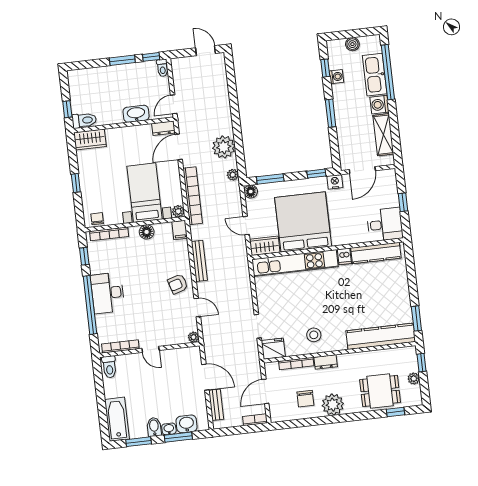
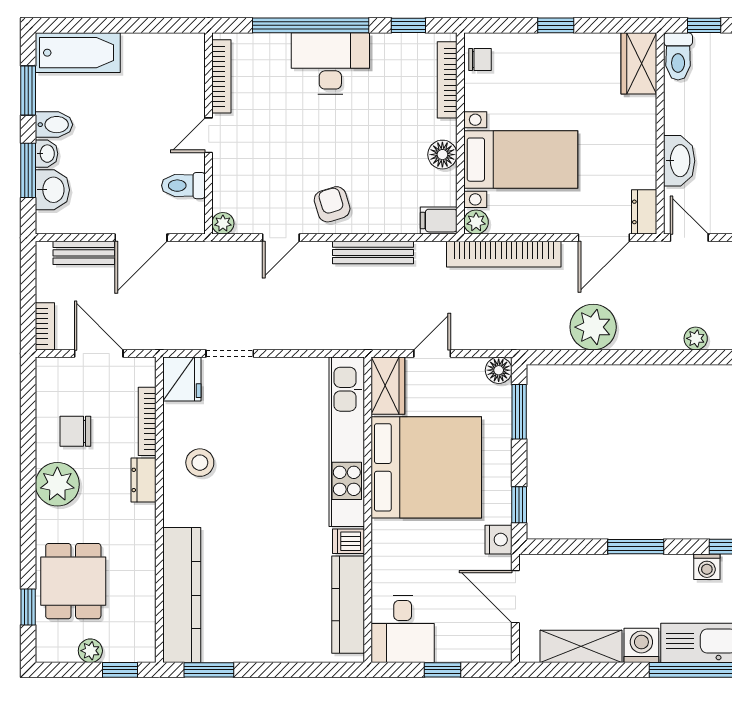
door: (179, 147) -> (604, 238), swing flipped
plant: (233, 175) -> (696, 338), moved
toilet: (109, 367) -> (183, 186), moved

